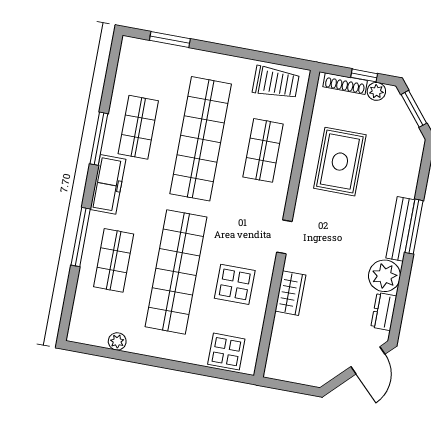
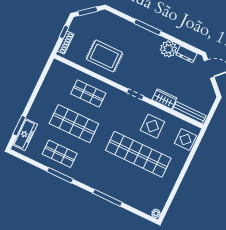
trolley: (276, 83) -> (56, 78), removed
plant: (376, 91) -> (74, 28), removed
shop shelf: (201, 139) -> (74, 124), width x0.71
freezer: (108, 184) -> (25, 135), moved, turned 90
bench: (400, 229) -> (189, 113), moved
shop shelf: (114, 260) -> (124, 184), removed
plant: (117, 341) -> (156, 213), moved

